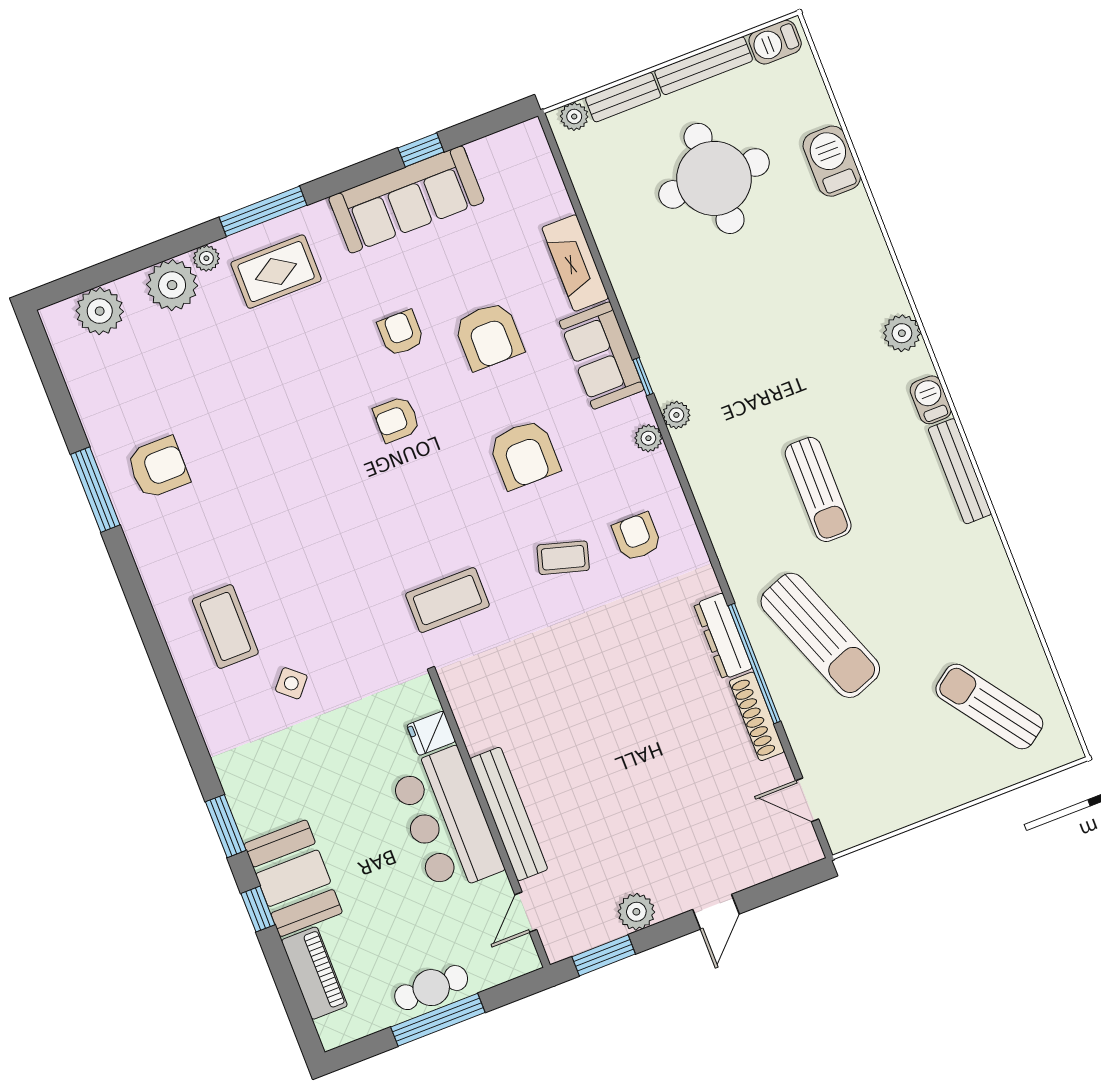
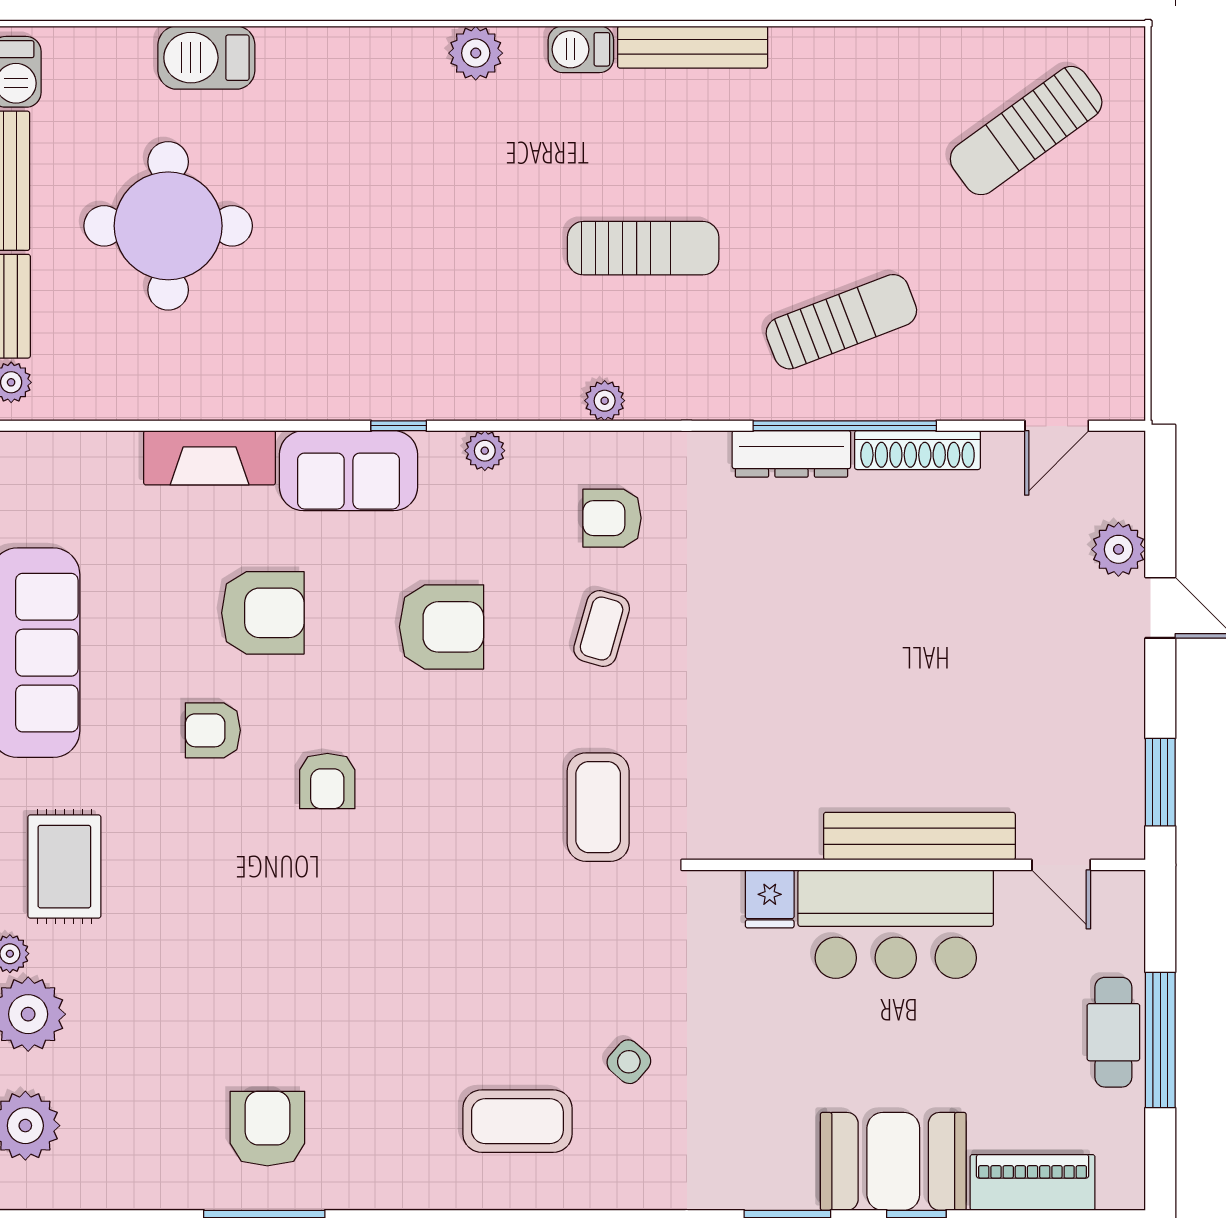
plant: (676, 415) -> (605, 401), moved
sun lounger: (820, 635) -> (841, 322), width x0.73, depth x0.75
plant: (636, 912) -> (1118, 549), moved

